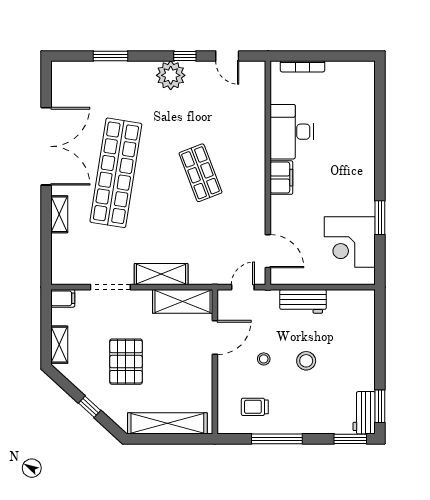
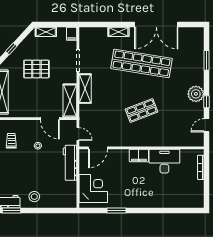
corner desk: (350, 242) -> (93, 189), moved, turned 90
workbench: (303, 301) -> (70, 163), width x1.38
stool: (306, 361) -> (34, 197), moved

